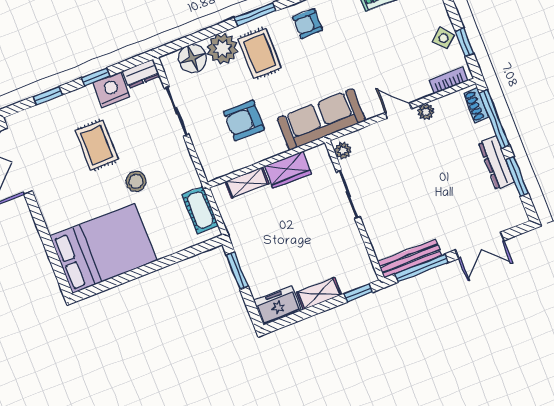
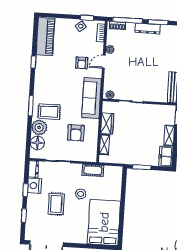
armchair: (308, 24) -> (82, 63), moved
rug: (97, 145) -> (56, 204), turned 90
cot: (200, 210) -> (93, 170), moved

